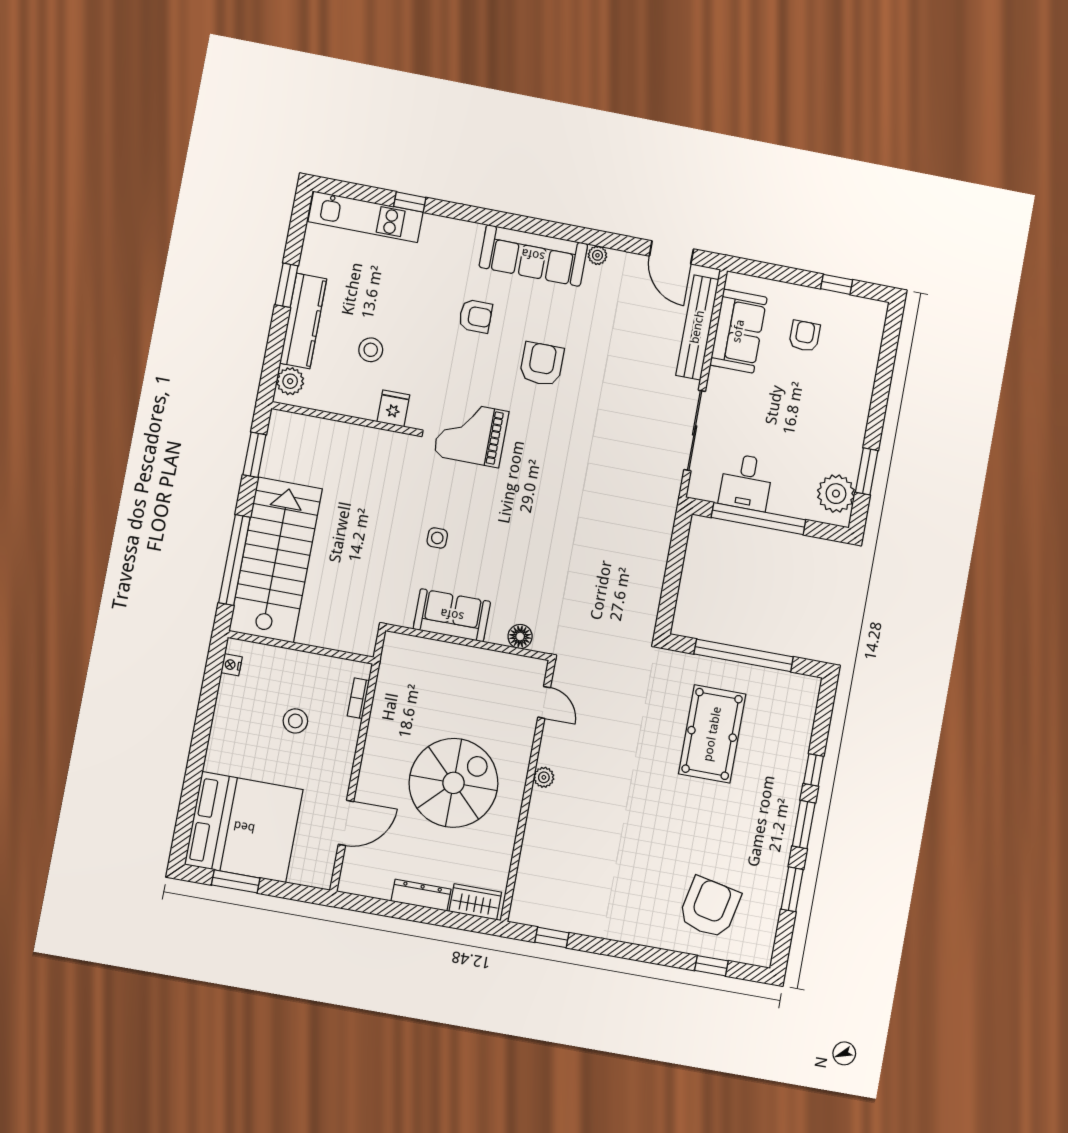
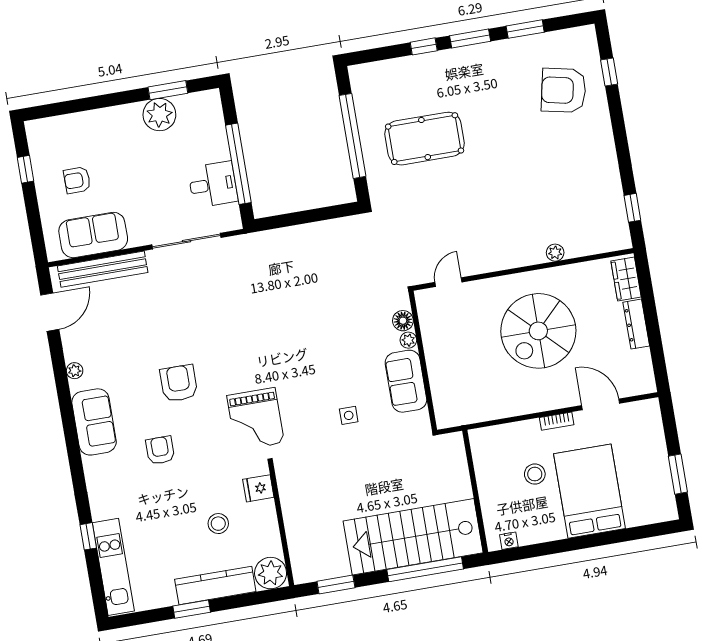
sofa: (533, 255) -> (94, 422), width x0.73
armchair: (542, 364) -> (179, 383), turned 90
plant: (290, 381) -> (271, 573), width x1.36, depth x1.36
plant: (836, 494) -> (159, 115), moved
plant: (496, 635) -> (408, 340), added
bookcase: (358, 698) -> (557, 421), moved
plant: (544, 777) -> (555, 253), moved
spiral stairs: (454, 783) -> (538, 331), turned -90
bed: (244, 827) -> (589, 491), moved, width x0.73

